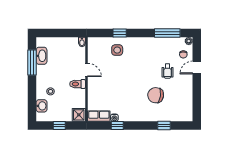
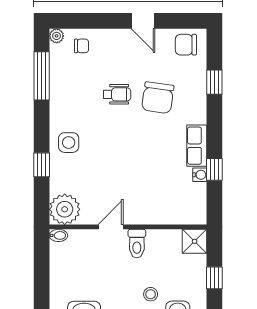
plant: (96, 45) -> (65, 209), added
side table: (117, 50) -> (69, 143), moved
door: (197, 67) -> (143, 21), moved
wheelchair: (168, 71) -> (117, 94), moved
chair: (184, 110) -> (186, 45), added
row of seats: (99, 116) -> (197, 146), moved

